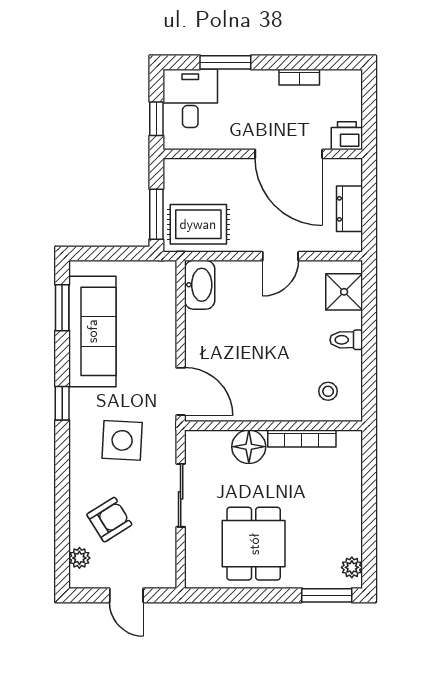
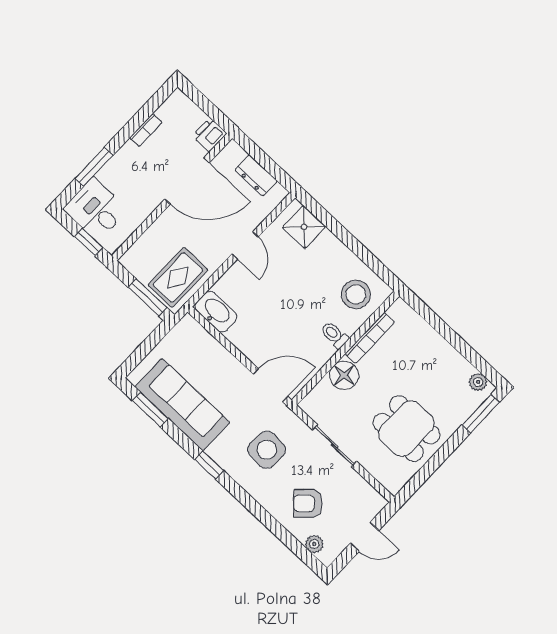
toilet: (346, 340) -> (334, 335), moved, turned 90
stool: (328, 391) -> (356, 294), width x1.89, depth x1.89
armchair: (109, 520) -> (308, 503), turned -100

